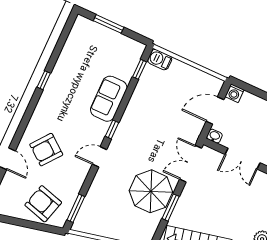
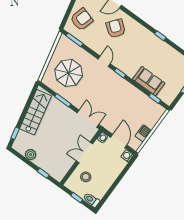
barbecue: (160, 60) -> (143, 133), moved
sofa: (109, 99) -> (149, 81), moved
parasol: (151, 191) -> (69, 73), moved

